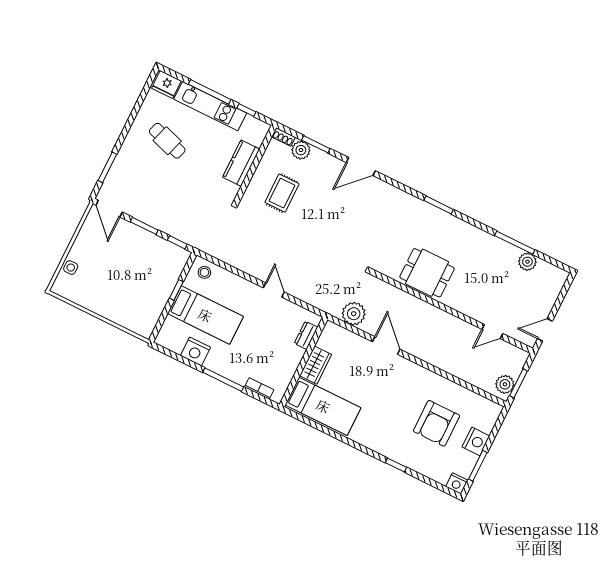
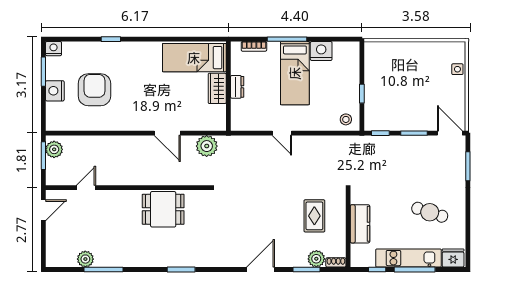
bed: (205, 315) -> (295, 73), moved, turned -90
dresser: (306, 335) -> (237, 87), moved

